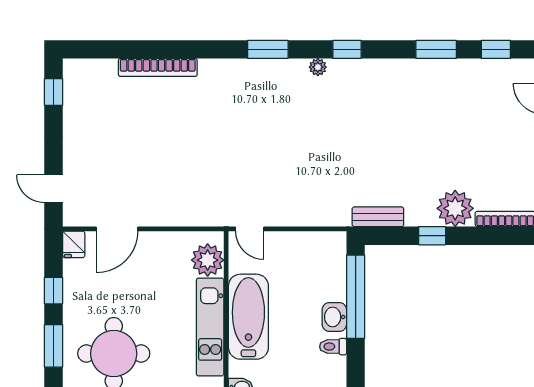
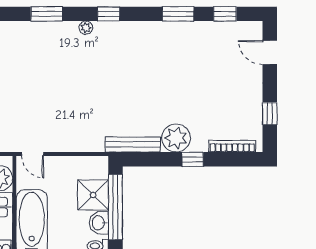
plant: (455, 208) -> (176, 138), moved
bench: (378, 217) -> (133, 145), width x1.36
window: (432, 236) -> (193, 159), moved
shower: (327, 281) -> (93, 195), added

